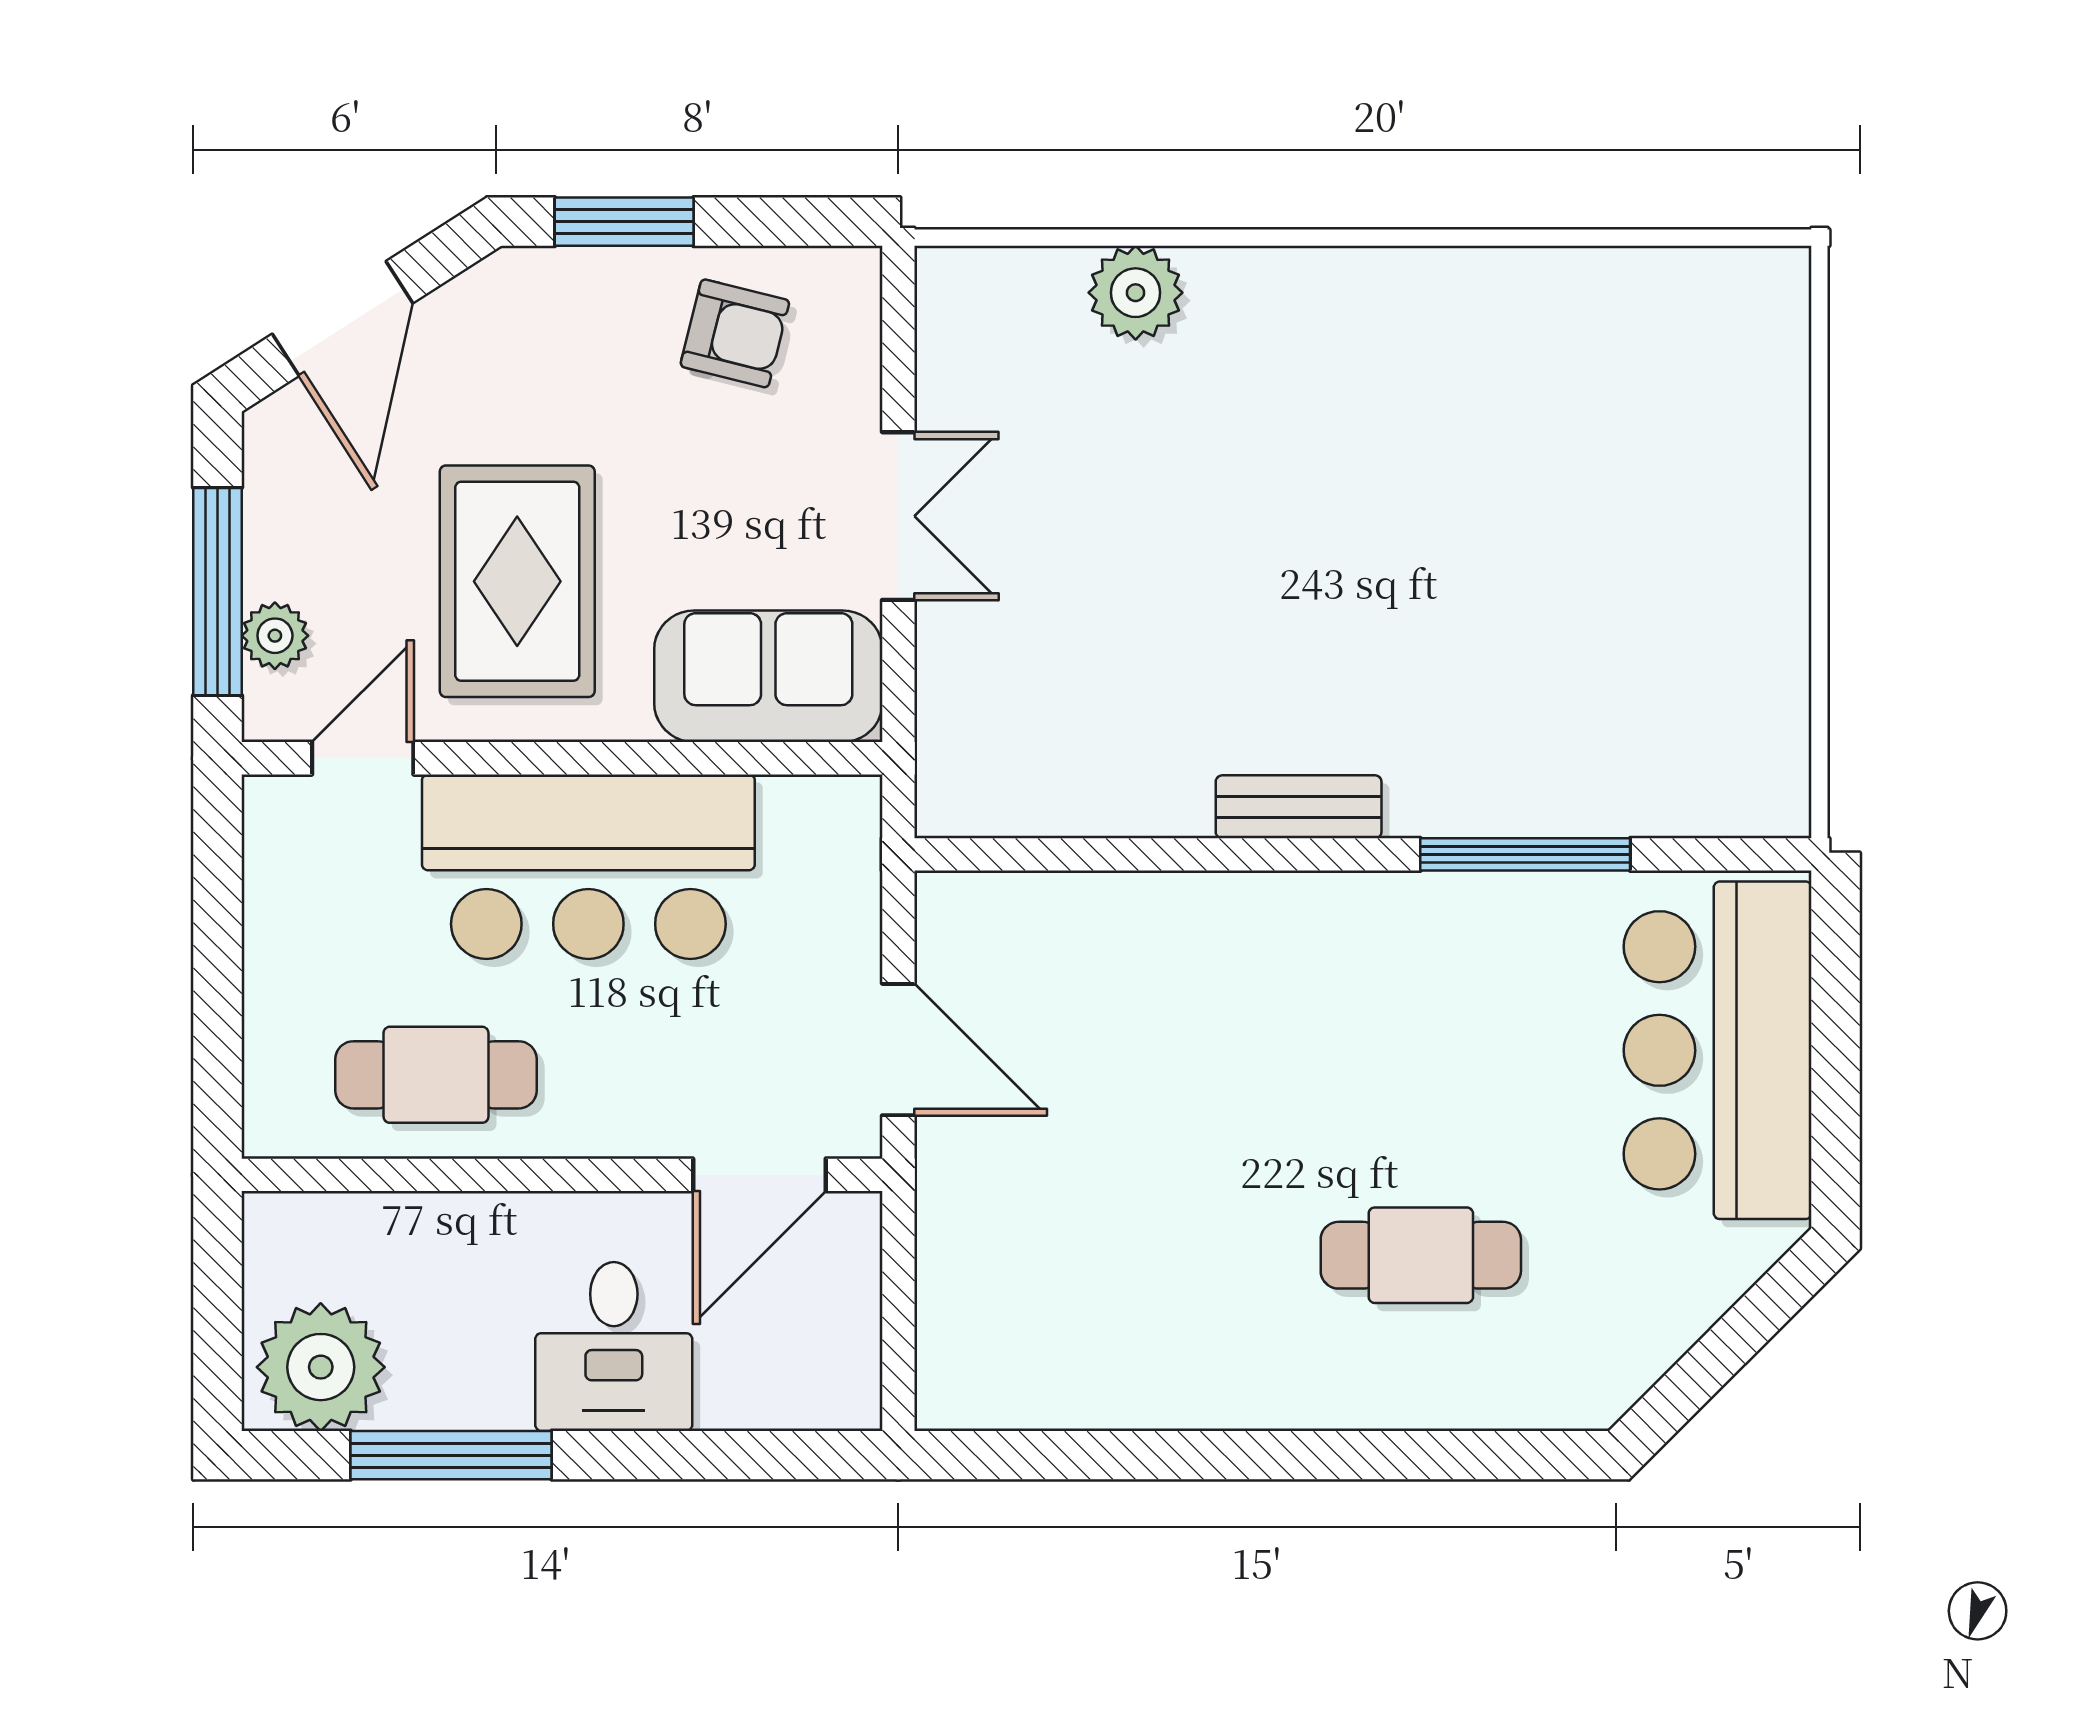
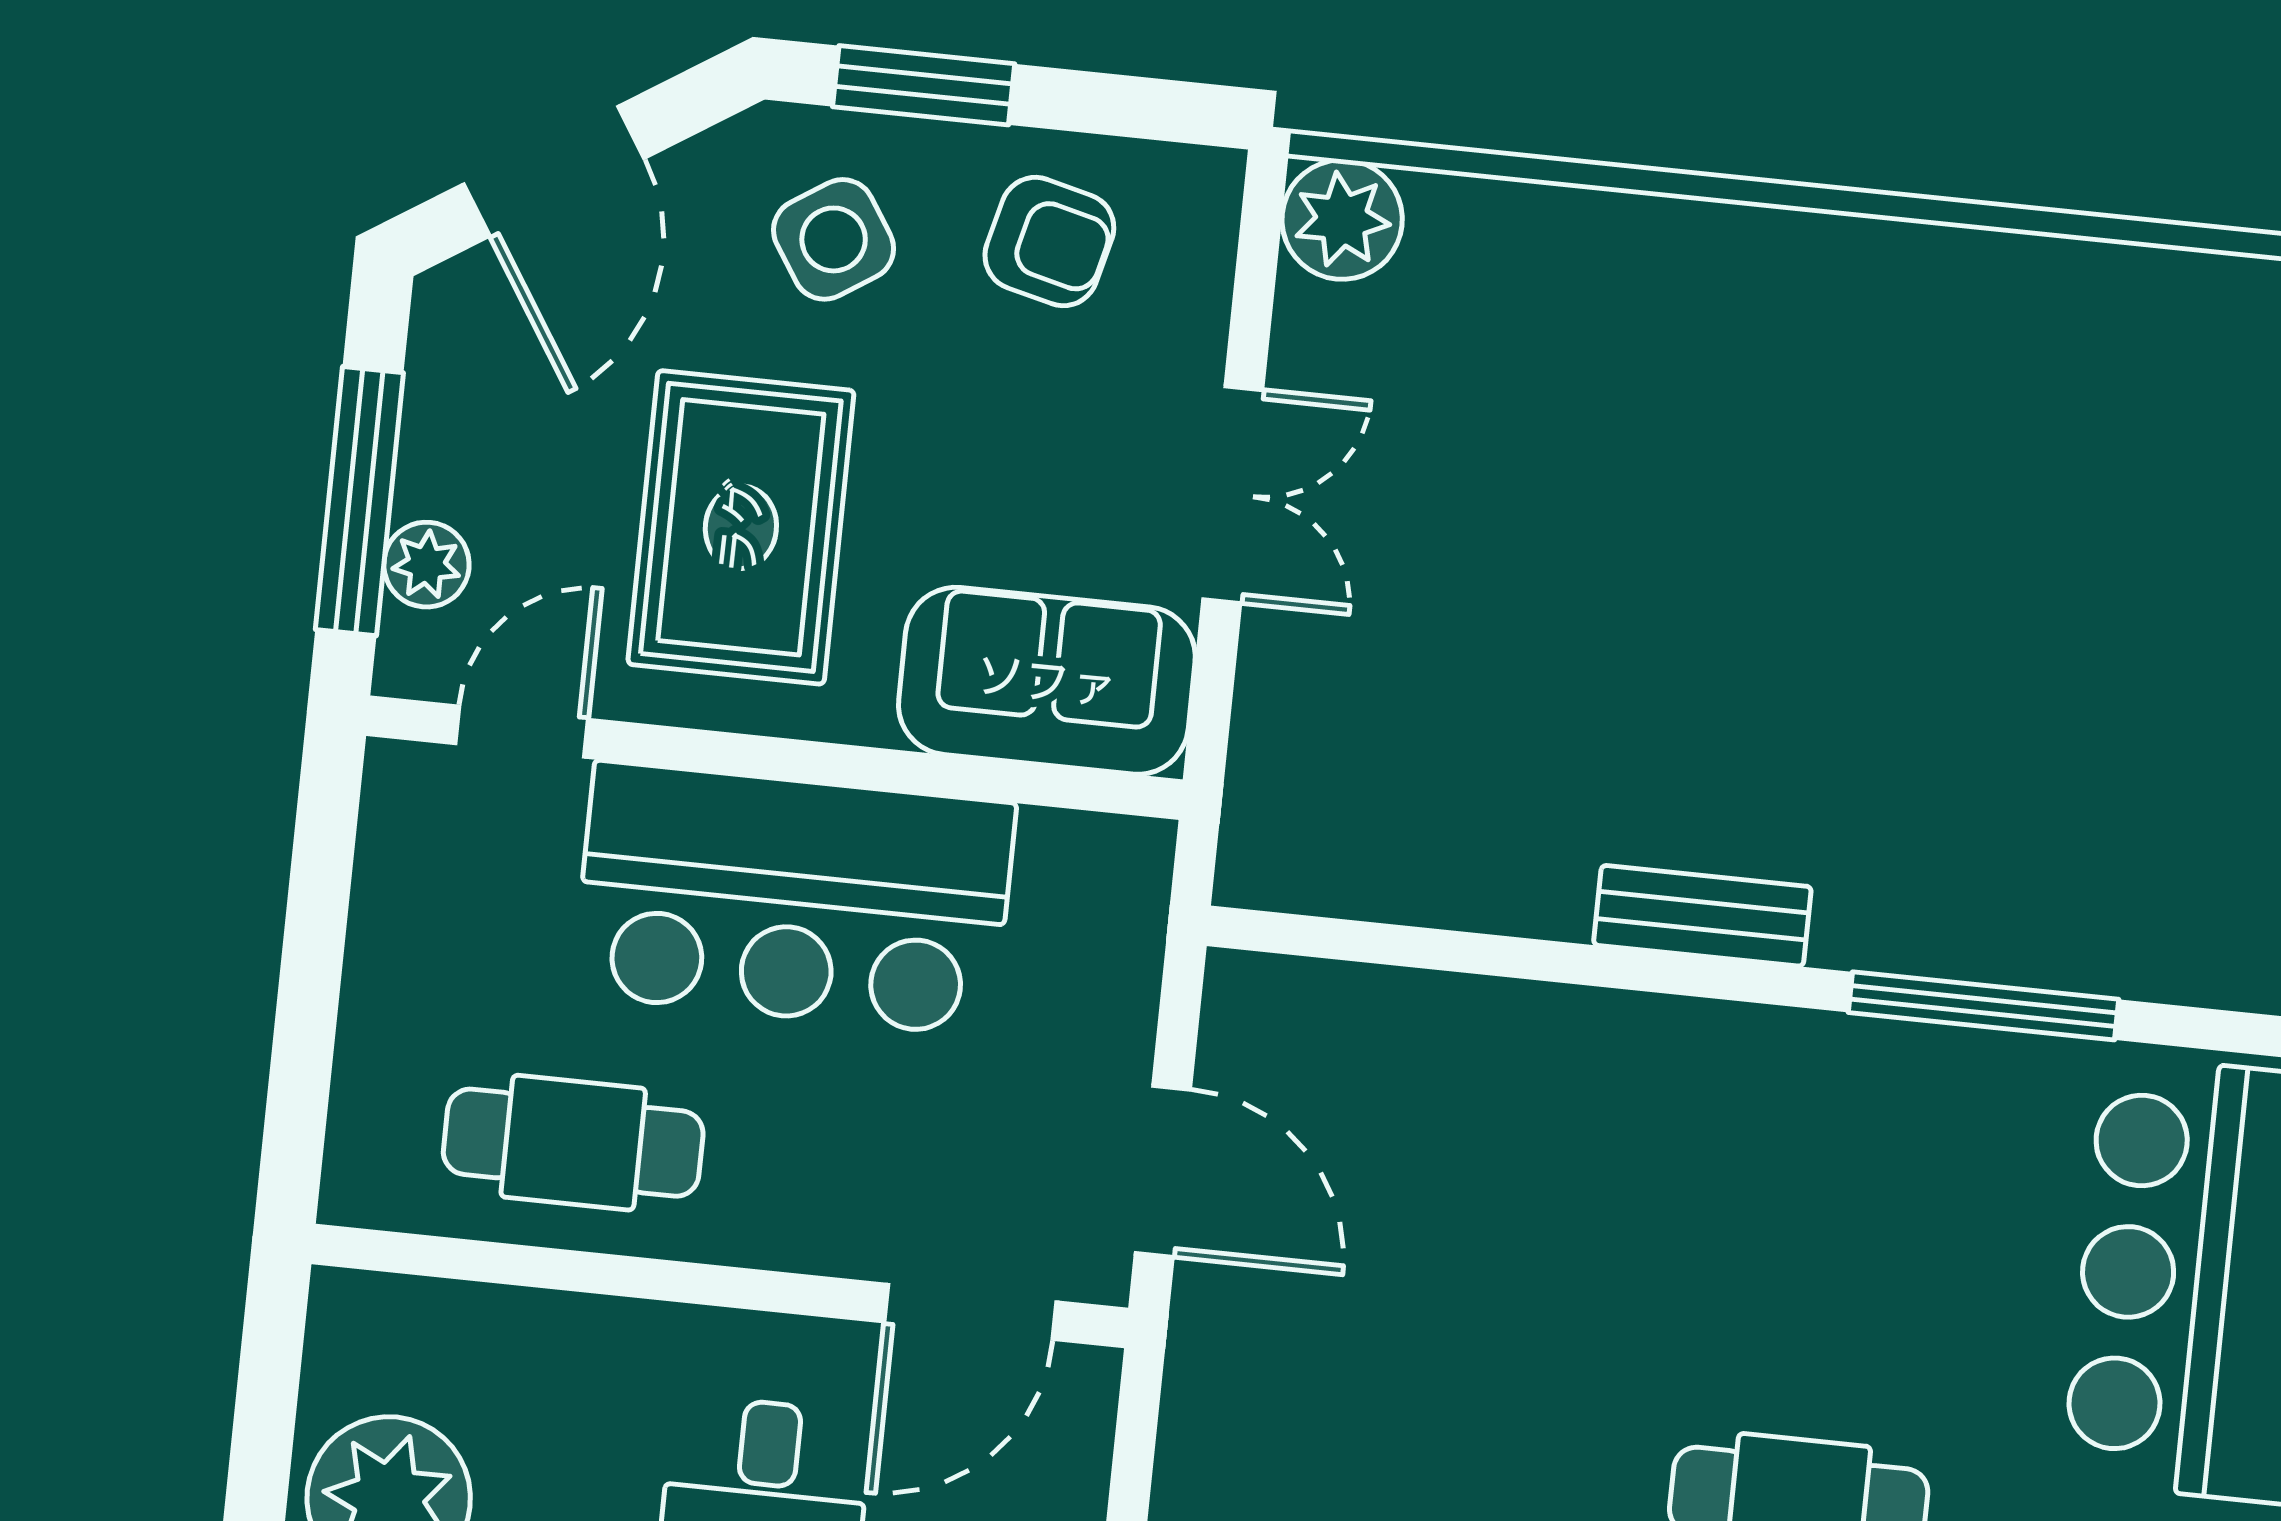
plant: (1136, 293) -> (1342, 220), moved
side table: (566, 349) -> (834, 239), added

